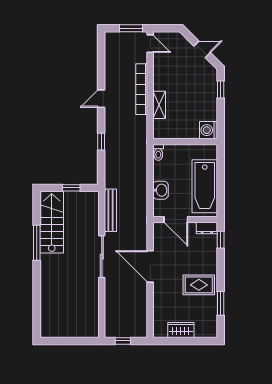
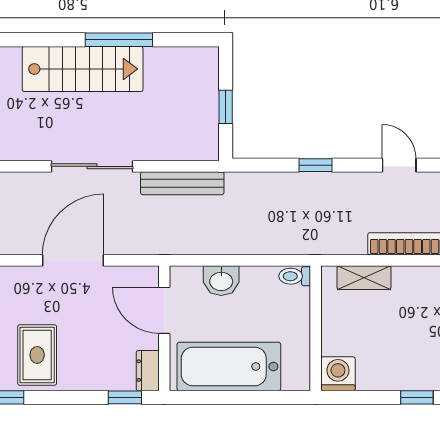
shelving: (159, 105) -> (364, 278), moved
door: (176, 219) -> (164, 310), hinge flipped
stairs: (52, 222) -> (83, 69), moved

